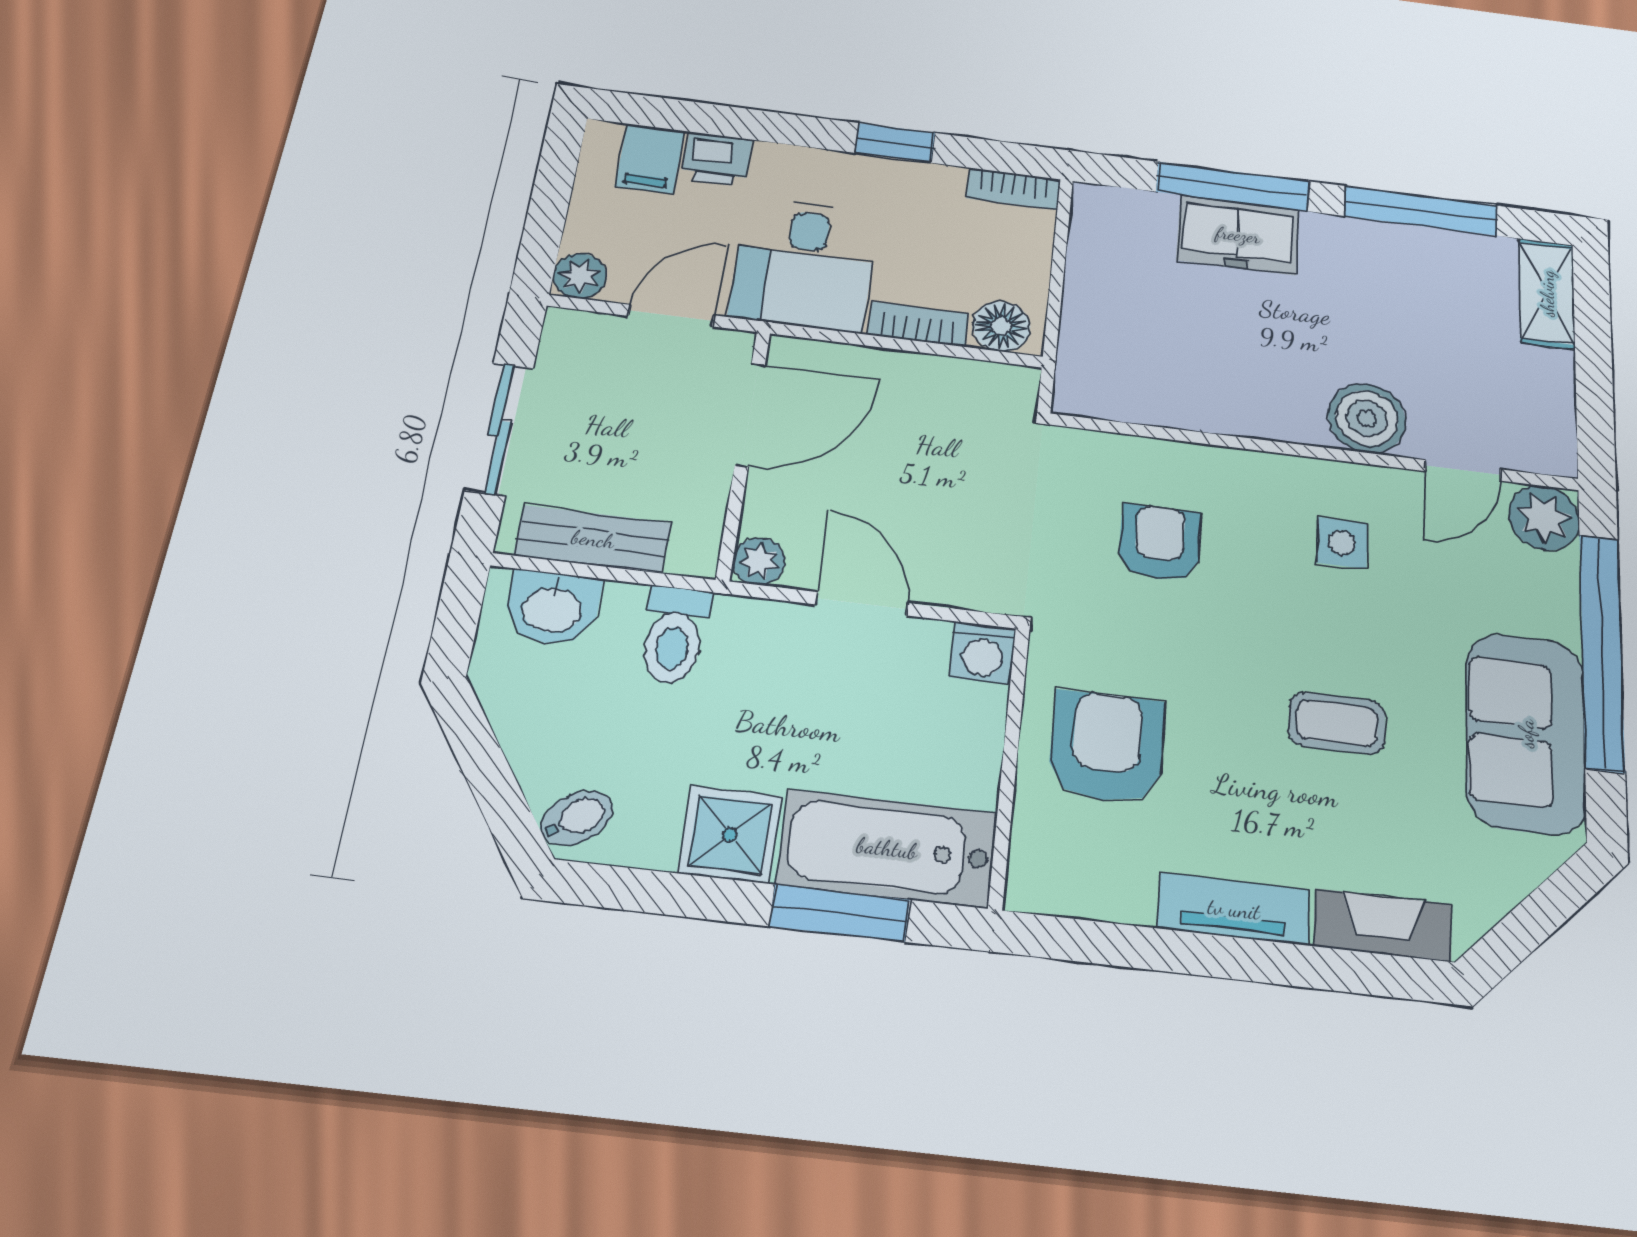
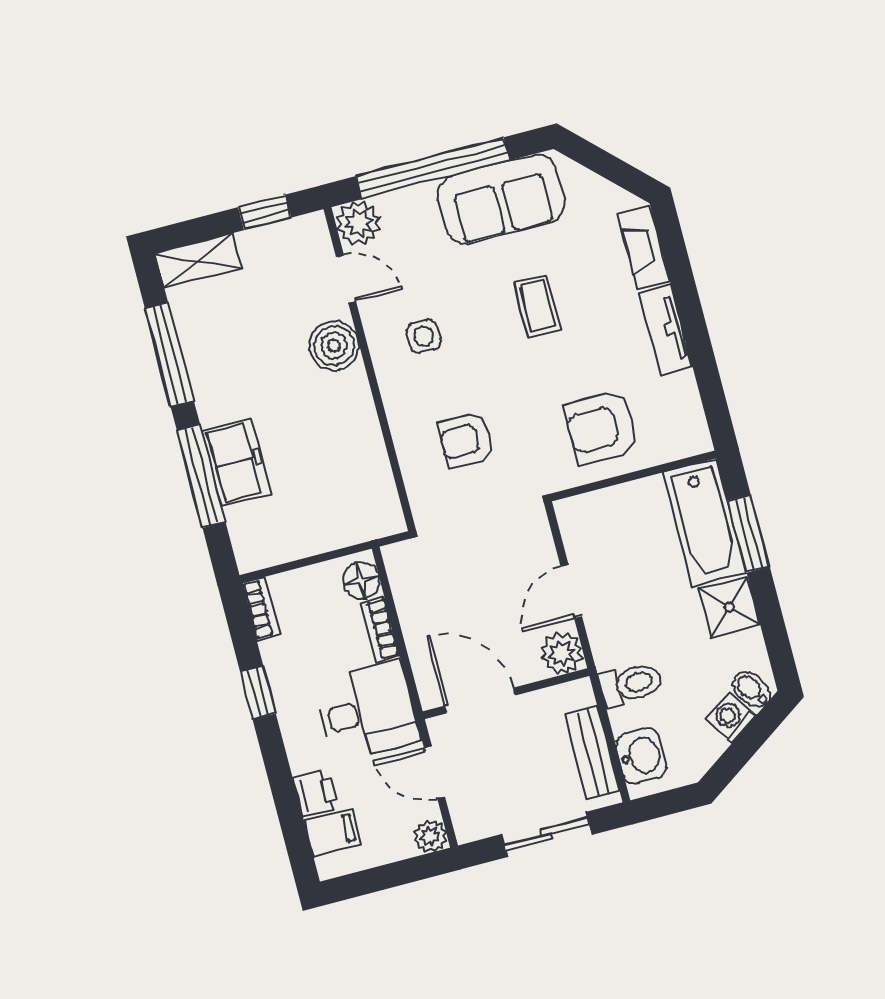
window: (1595, 401) -> (265, 212), added
plant: (759, 561) -> (562, 653), width x1.38, depth x1.38
washing machine: (983, 653) -> (731, 718), moved, turned -124

